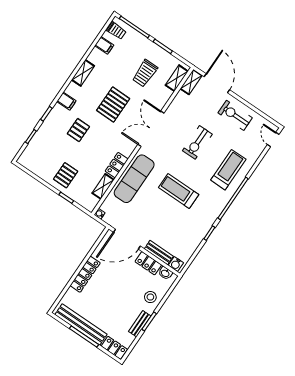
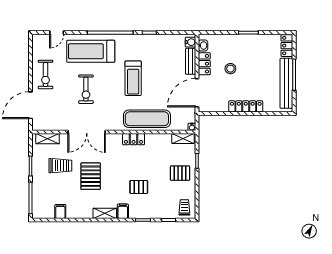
trolley: (116, 31) -> (184, 207), moved
shelving: (83, 73) -> (105, 213), moved
shelving: (191, 82) -> (43, 126), removed
pallet: (113, 104) -> (91, 176), moved, turned 90
double door: (151, 129) -> (87, 132), moved
door: (273, 140) -> (57, 33), moved
exercise bike: (197, 142) -> (86, 89), turned 90
locker: (117, 165) -> (134, 139), moved
treadmill: (228, 170) -> (91, 51), width x1.37, depth x1.38
shelving: (103, 186) -> (183, 138), moved
door: (127, 239) -> (197, 93), swing flipped
stool: (150, 297) -> (230, 69), moved
bench: (140, 324) -> (255, 39), removed

